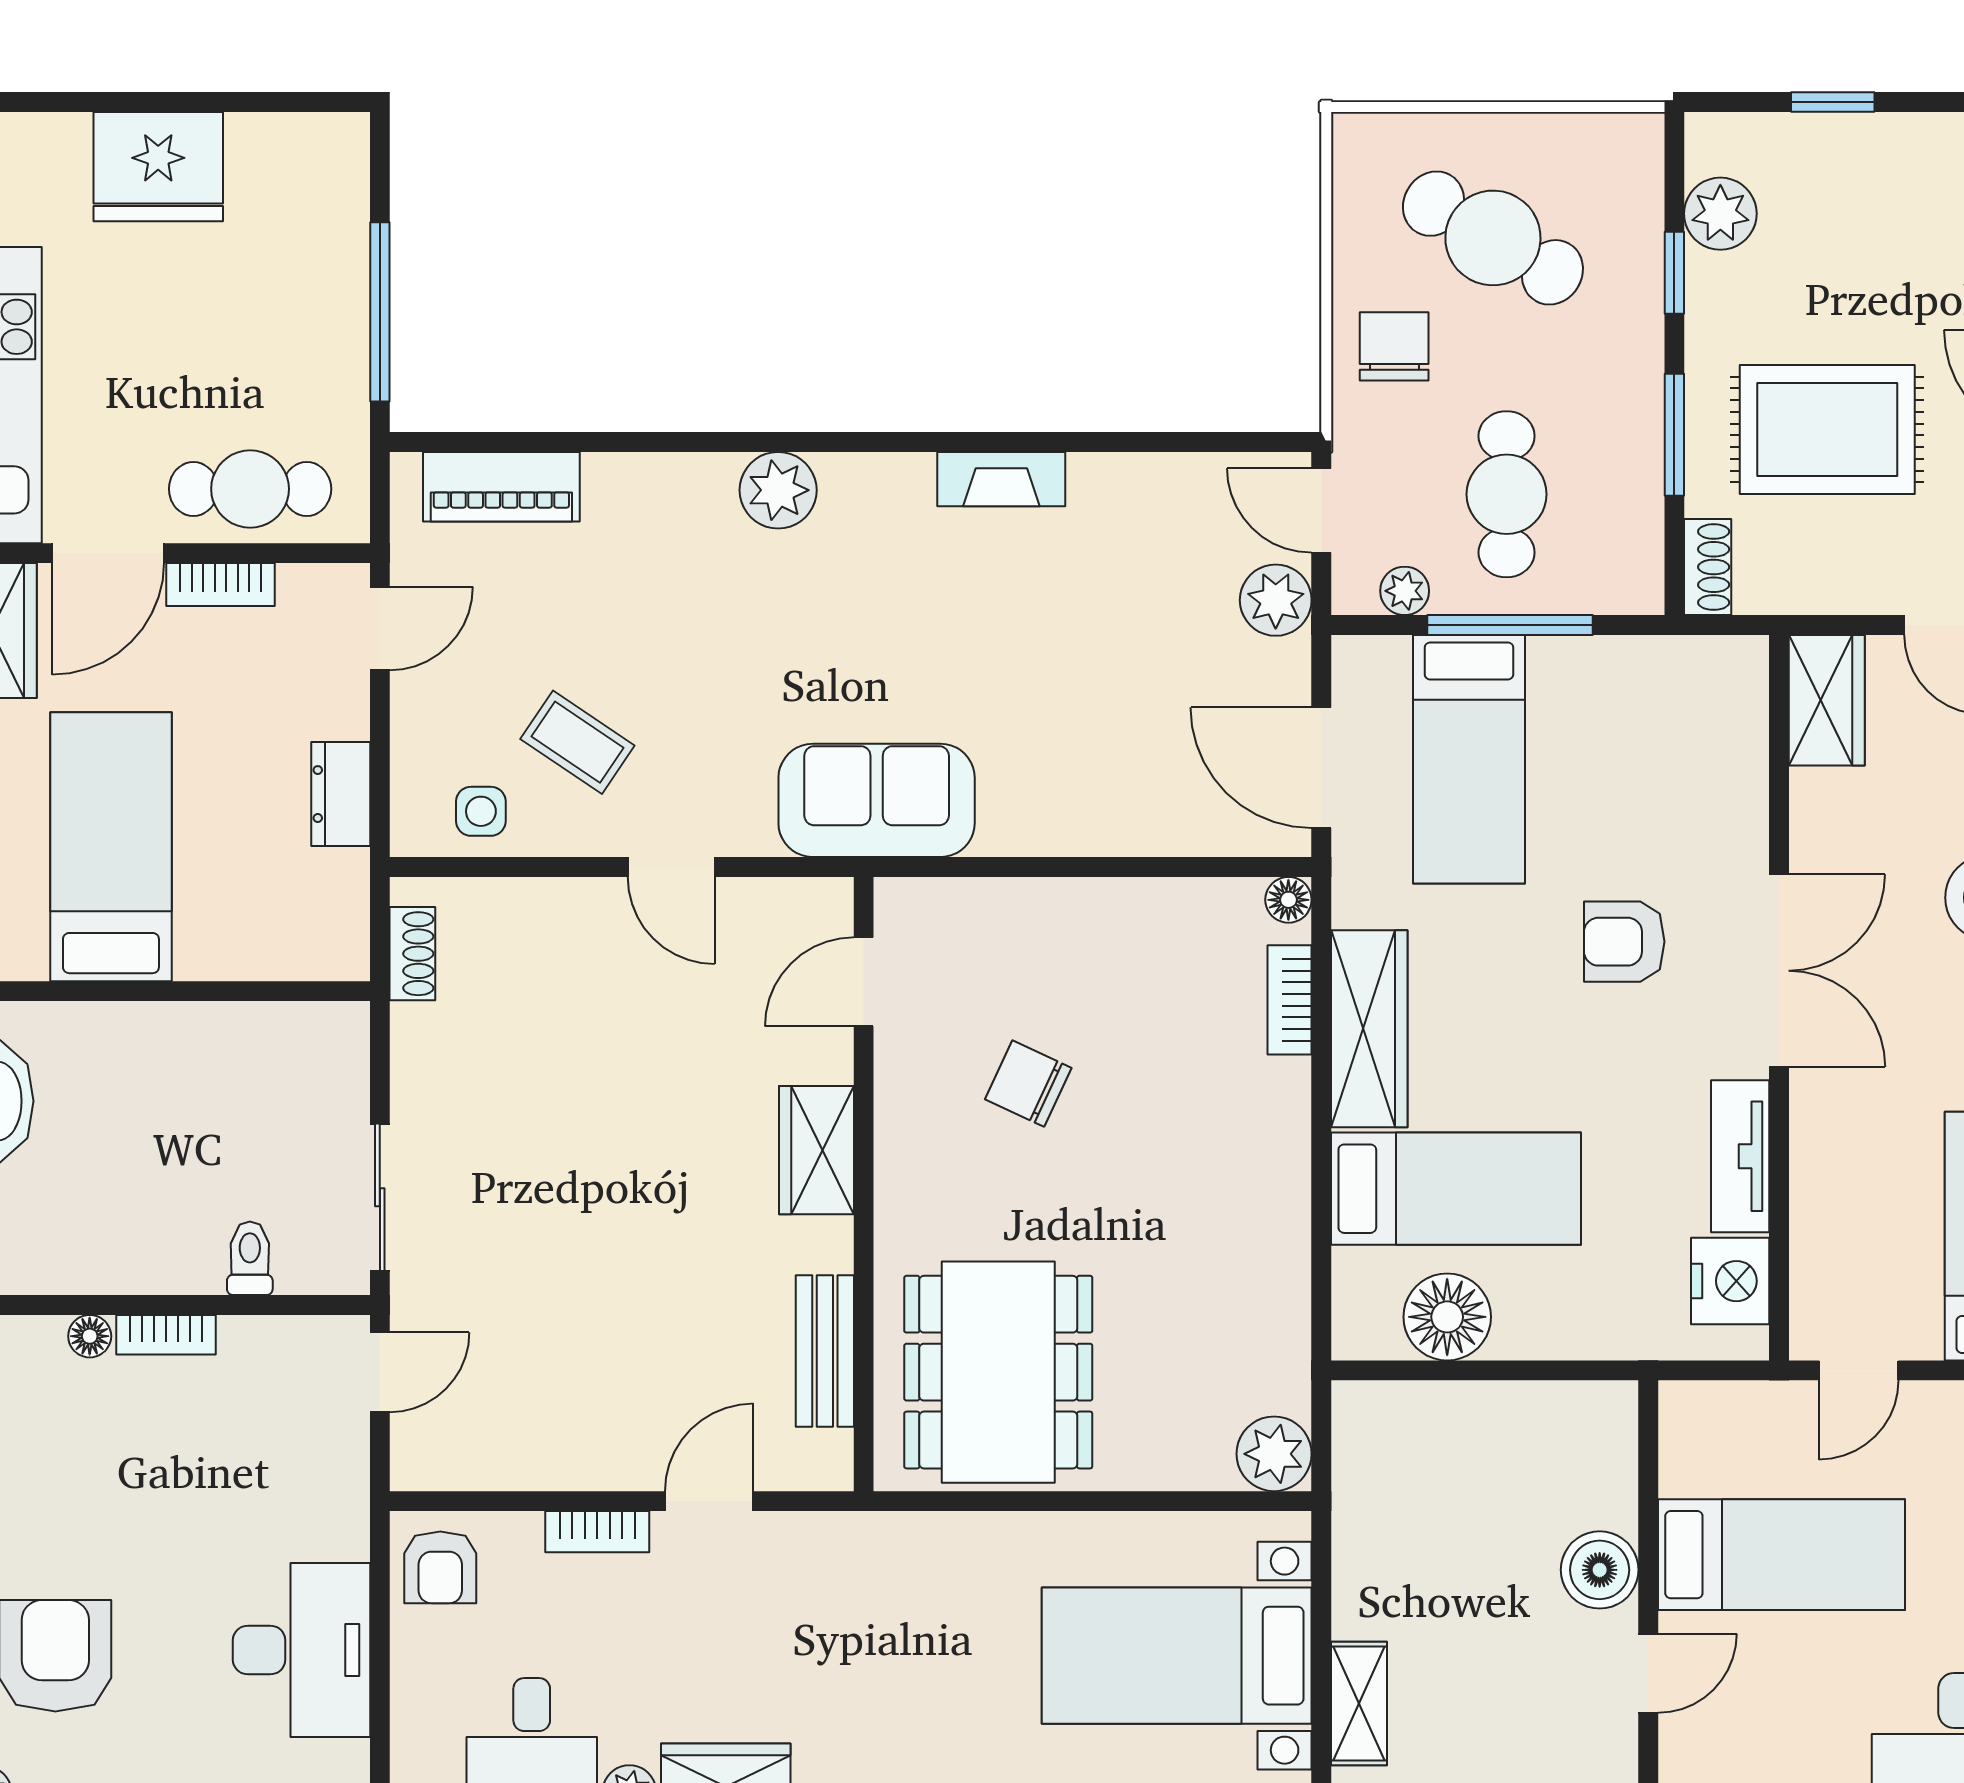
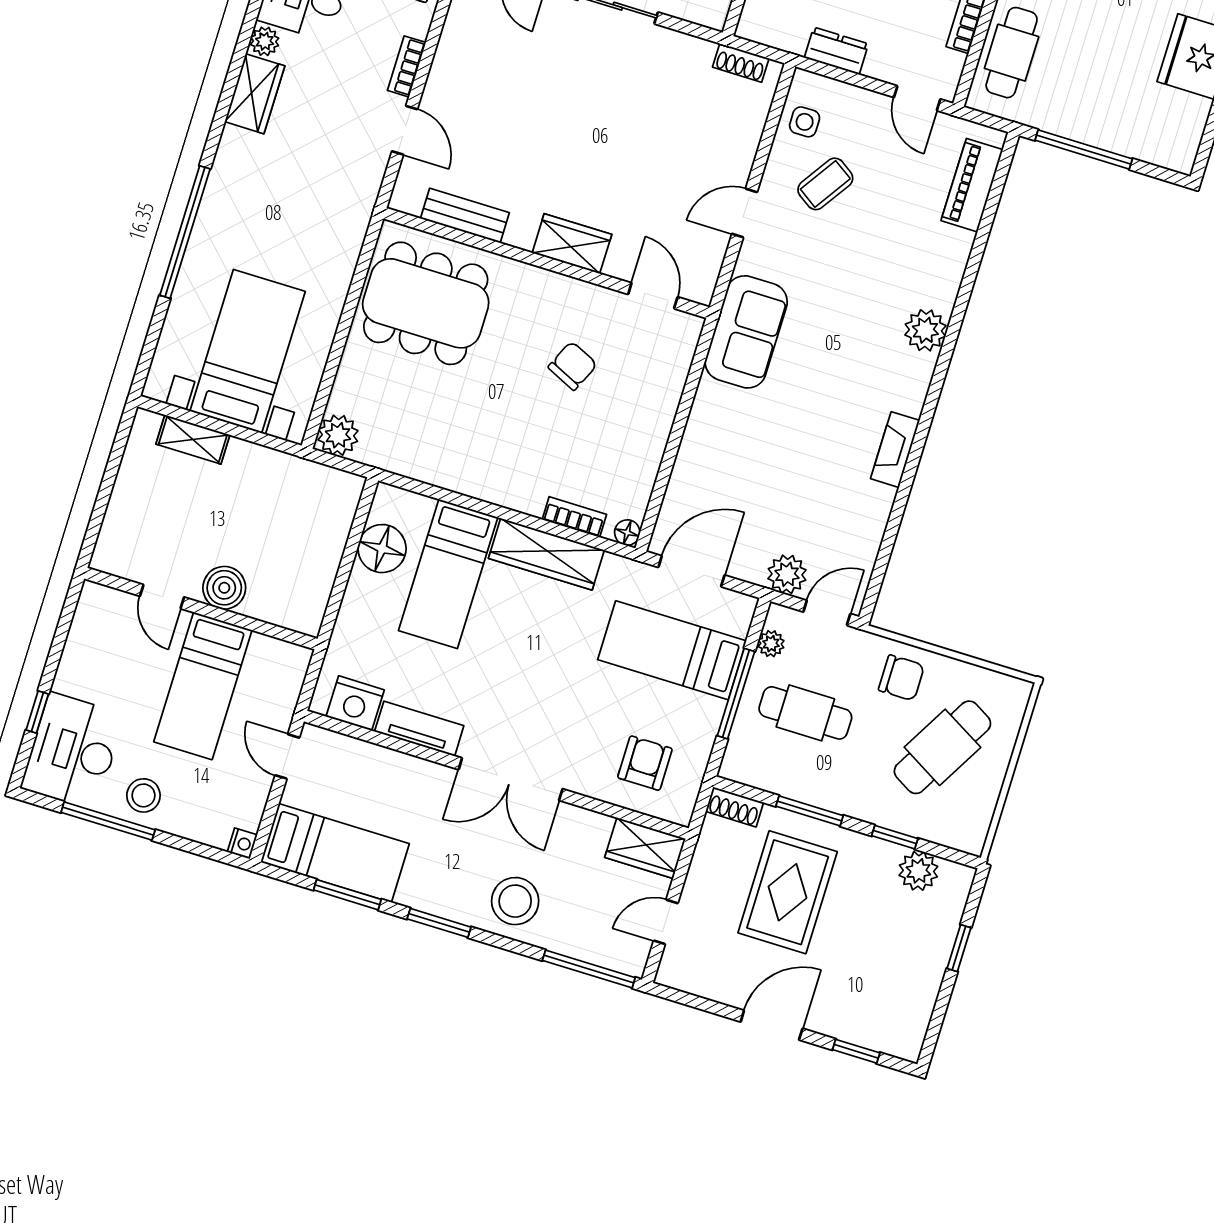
armchair: (1624, 942) -> (645, 763), moved

